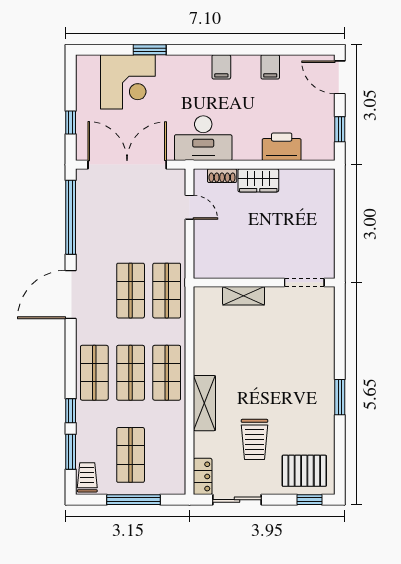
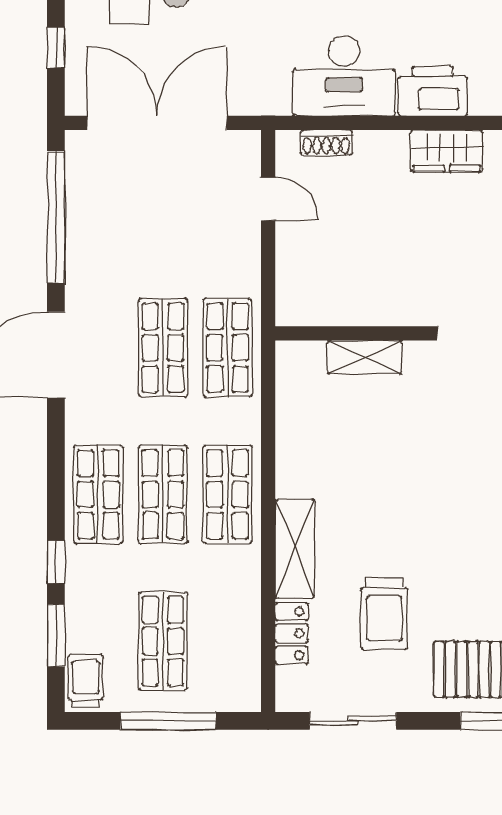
desk: (203, 138) -> (344, 76), moved
wardrobe: (258, 180) -> (447, 151), moved
locker: (203, 476) -> (292, 633), moved

